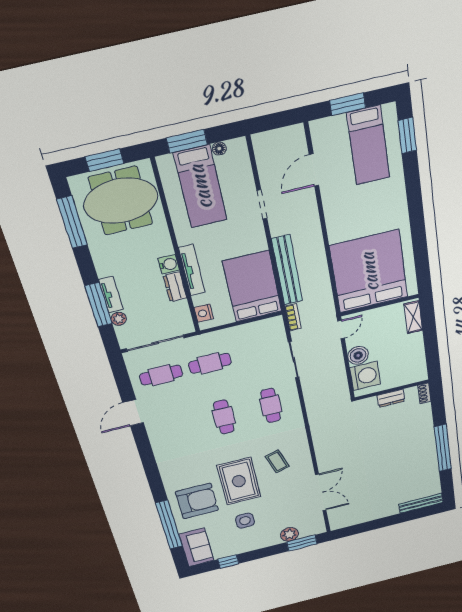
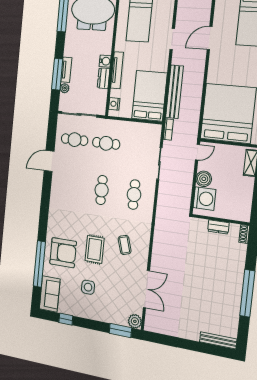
door: (314, 170) -> (210, 38), moved
rug: (239, 481) -> (95, 249), width x0.73, depth x0.70
plant: (289, 534) -> (135, 321), moved

